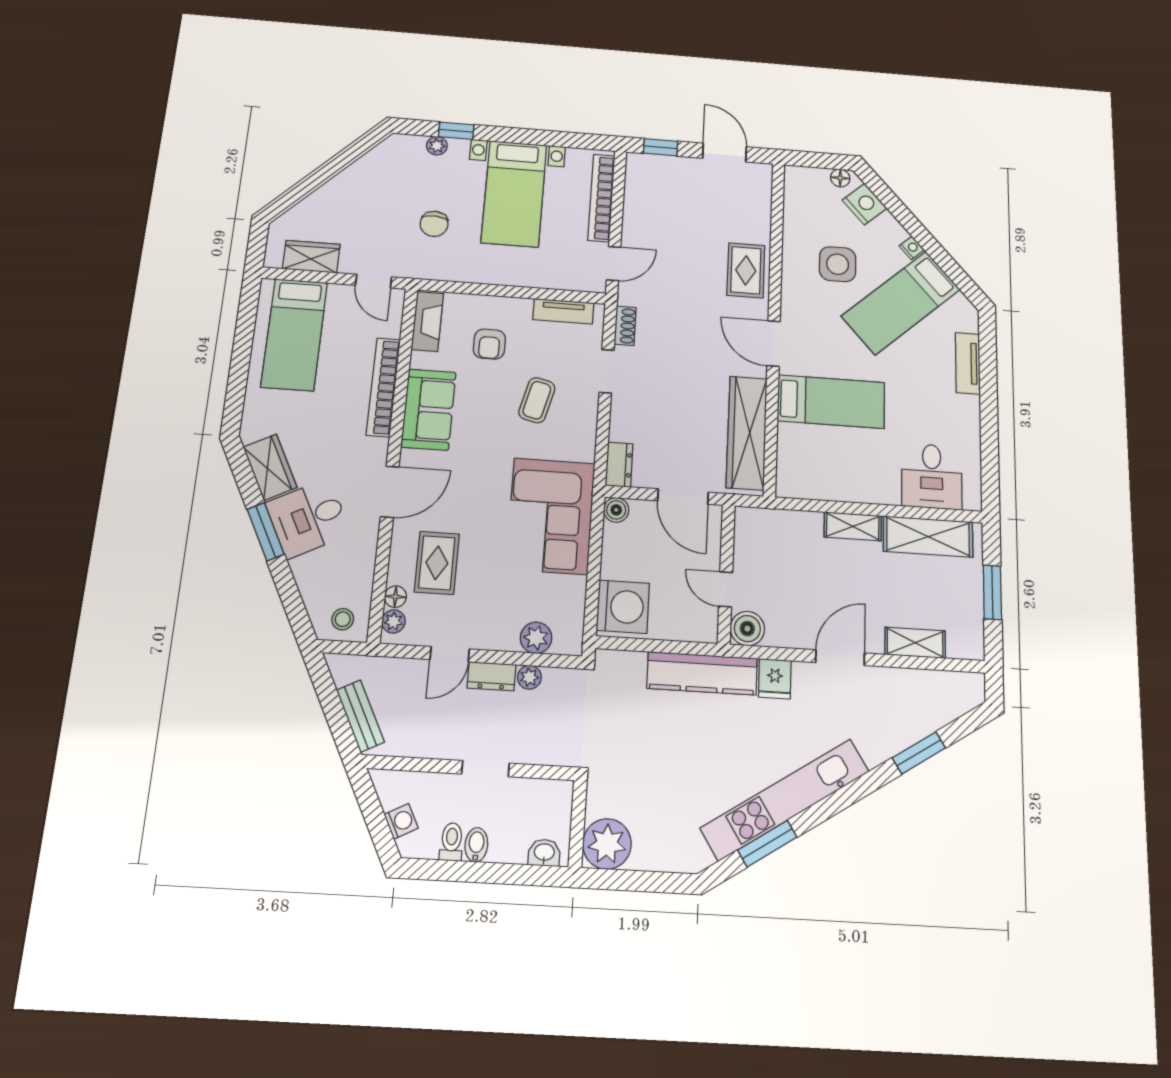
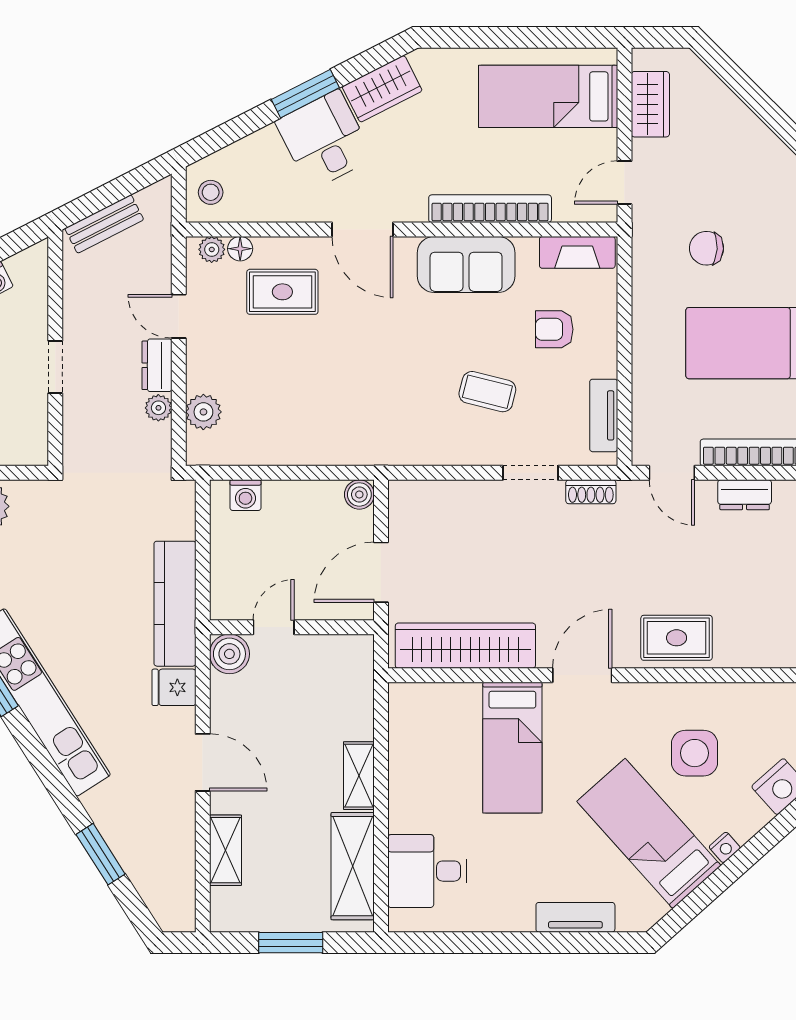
dresser: (619, 465) -> (745, 495), moved
corner sofa: (551, 516) -> (347, 418), removed
washing machine: (623, 607) -> (245, 495), width x0.53, depth x0.53

